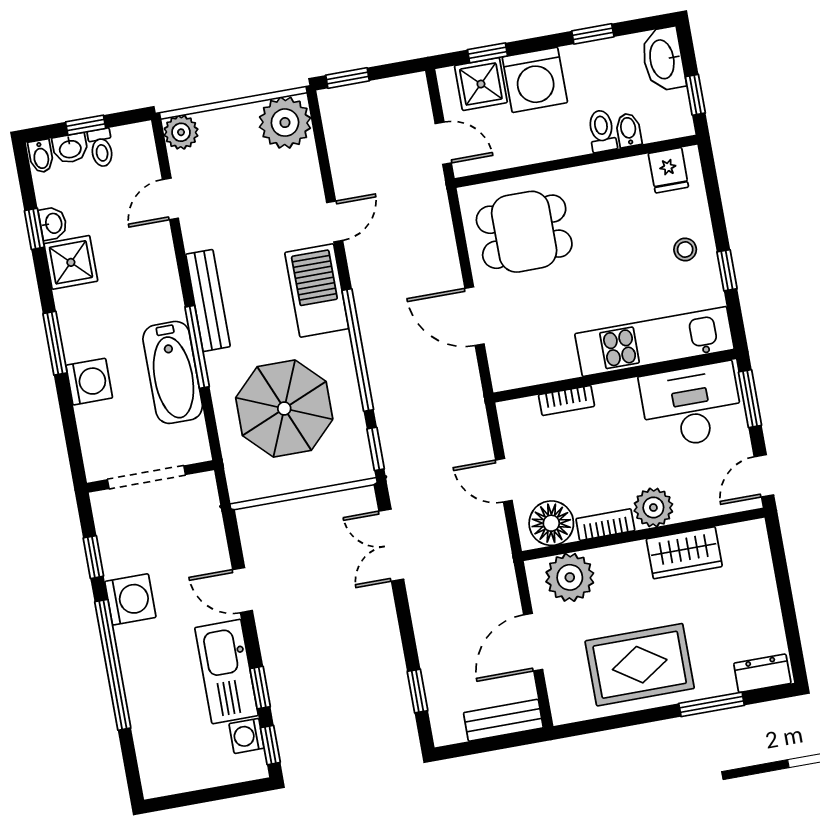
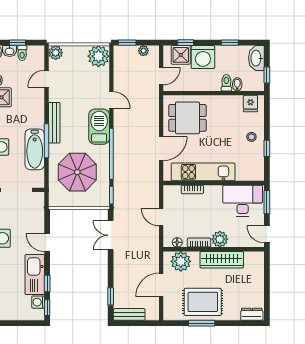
plant: (390, 90) -> (143, 51), added
door: (443, 143) -> (161, 76), hinge flipped
door: (335, 221) -> (111, 100), hinge flipped
door: (474, 316) -> (161, 149), swing flipped
kitchen unit: (654, 341) -> (203, 172), moved
door: (764, 476) -> (267, 234), hinge flipped
floor lamp: (551, 523) -> (177, 242), width x0.53, depth x0.53
wardrobe: (684, 553) -> (222, 260), width x1.50
window: (712, 704) -> (202, 323), moved
bench: (503, 720) -> (129, 314), moved

